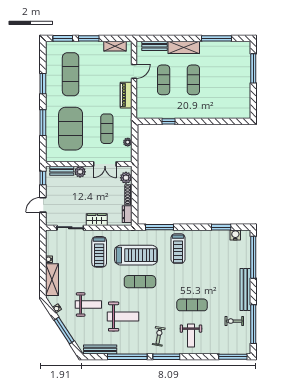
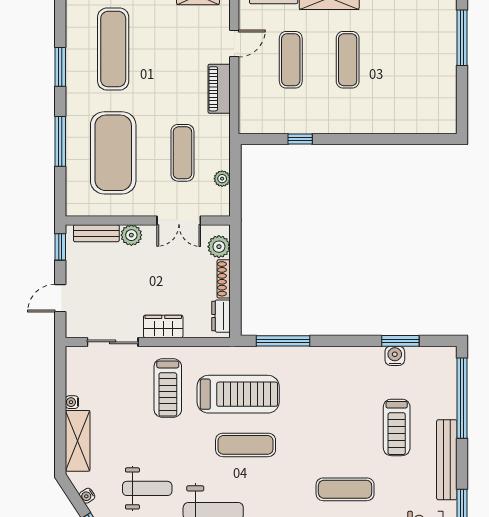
water cooler: (235, 235) -> (395, 356), moved
treadmill: (178, 249) -> (397, 427), moved

